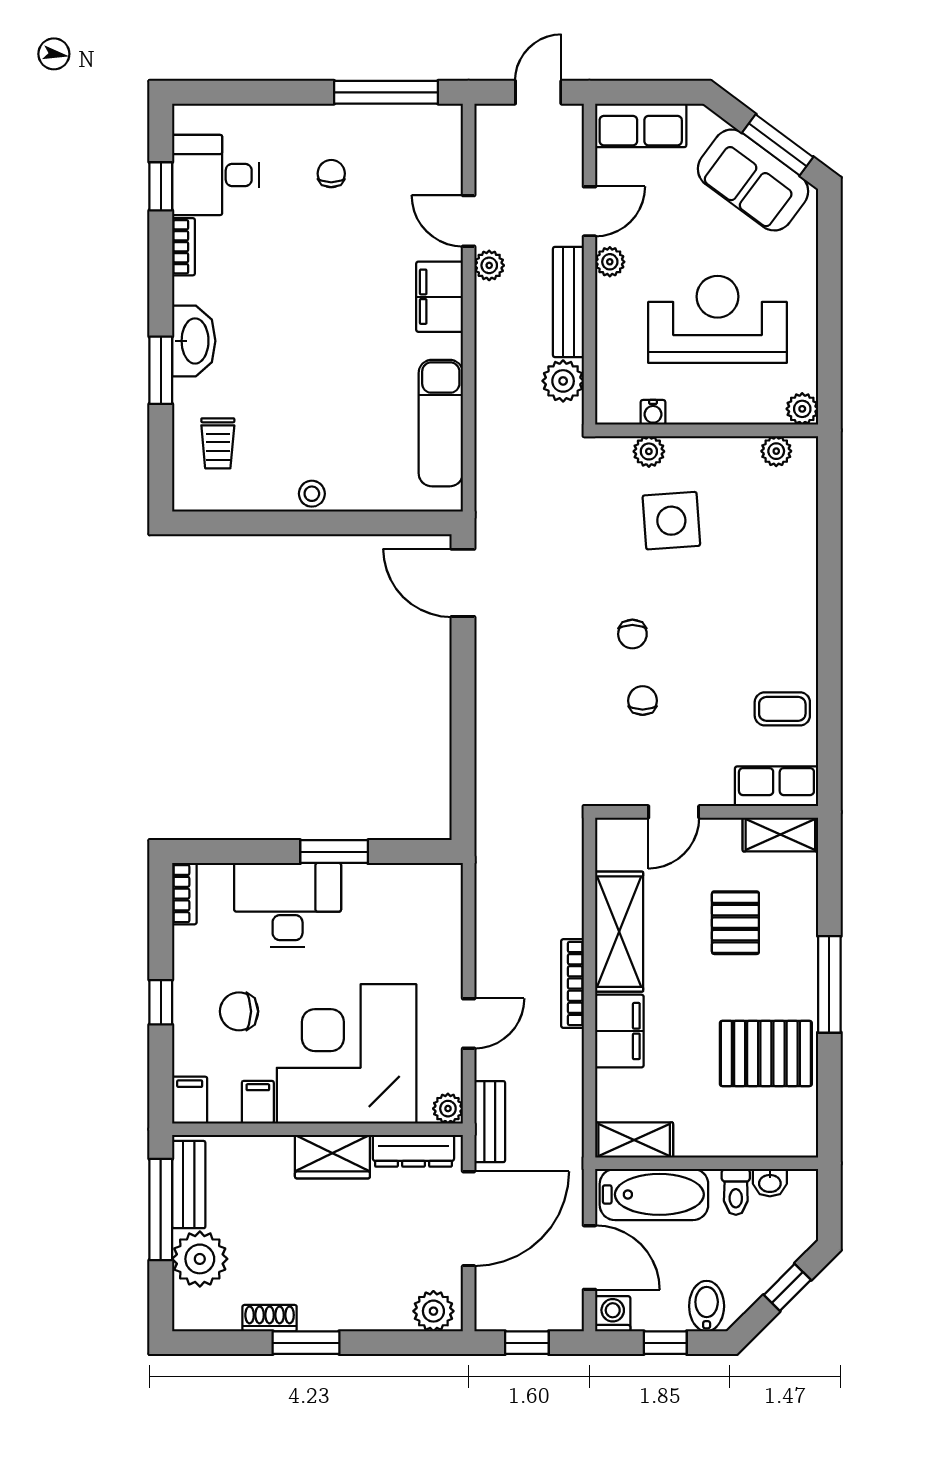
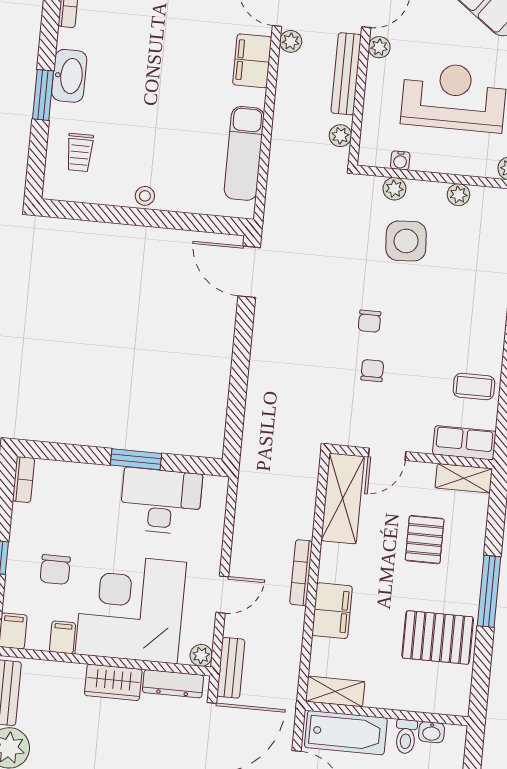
plant: (563, 381) -> (340, 136), width x0.73, depth x0.73
plant: (776, 451) -> (458, 195), moved
desk: (288, 905) -> (161, 501), moved
shelving: (619, 932) -> (343, 498), moved
chair: (239, 1011) -> (55, 570), turned -90

